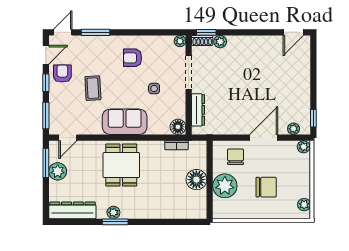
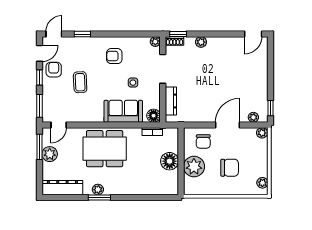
window: (95, 32) -> (82, 34), width x0.67
plant: (220, 42) -> (201, 42), moved
sofa: (125, 122) -> (123, 111), moved
chair: (235, 157) -> (203, 141), turned 180
dining table: (121, 165) -> (105, 149), width x1.38

